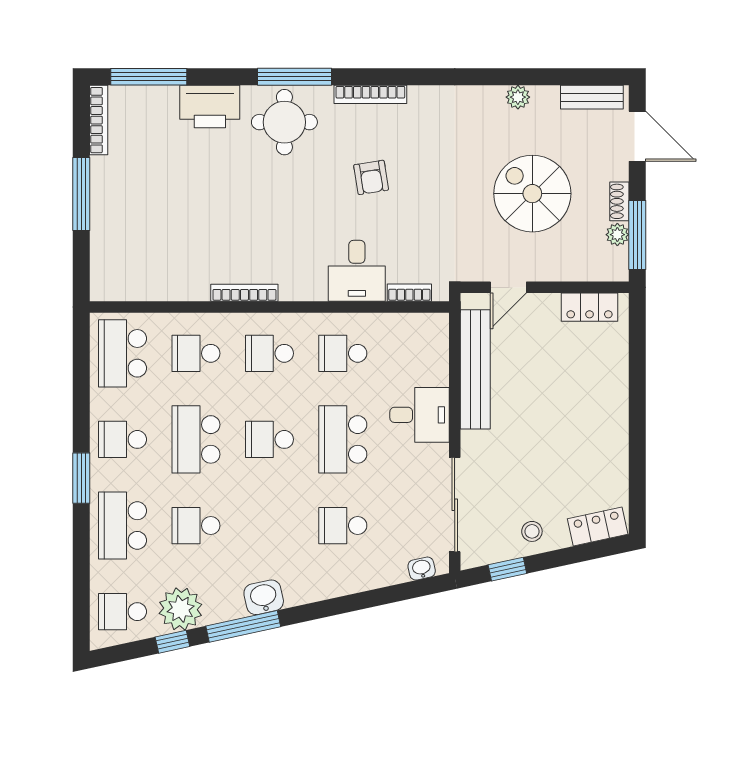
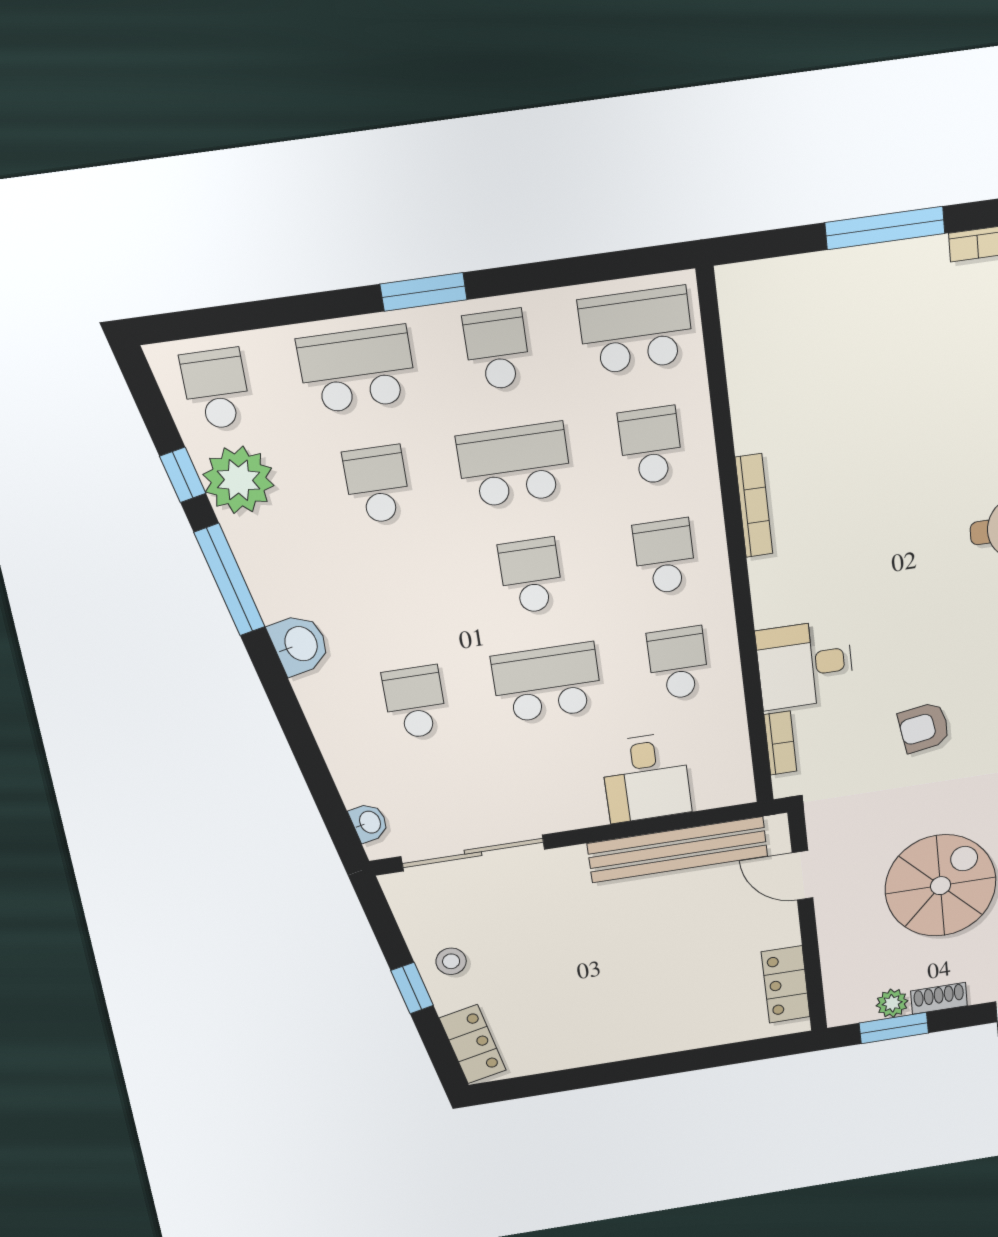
armchair: (371, 177) -> (924, 727), moved
window: (637, 235) -> (894, 1028), width x0.69
desk: (420, 415) -> (646, 778), moved
window: (507, 569) -> (412, 988), moved
washbasin: (264, 597) -> (300, 644), moved

